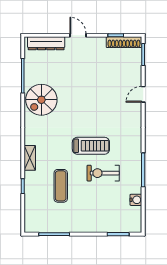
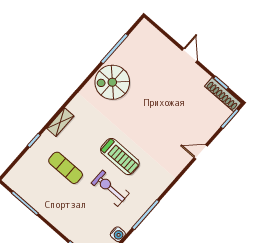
dresser: (46, 43) -> (157, 39), removed
exercise mat: (61, 186) -> (66, 168), turned 90

